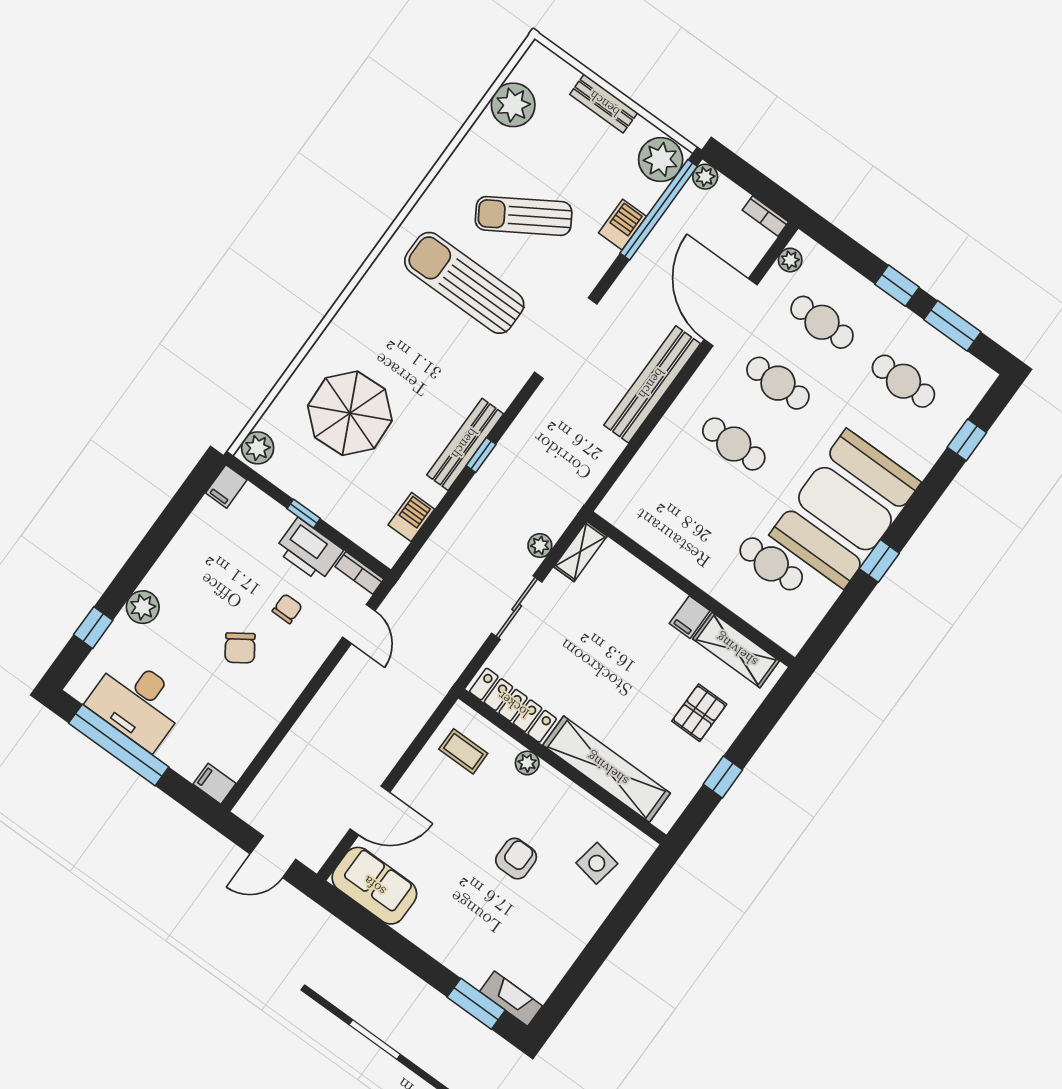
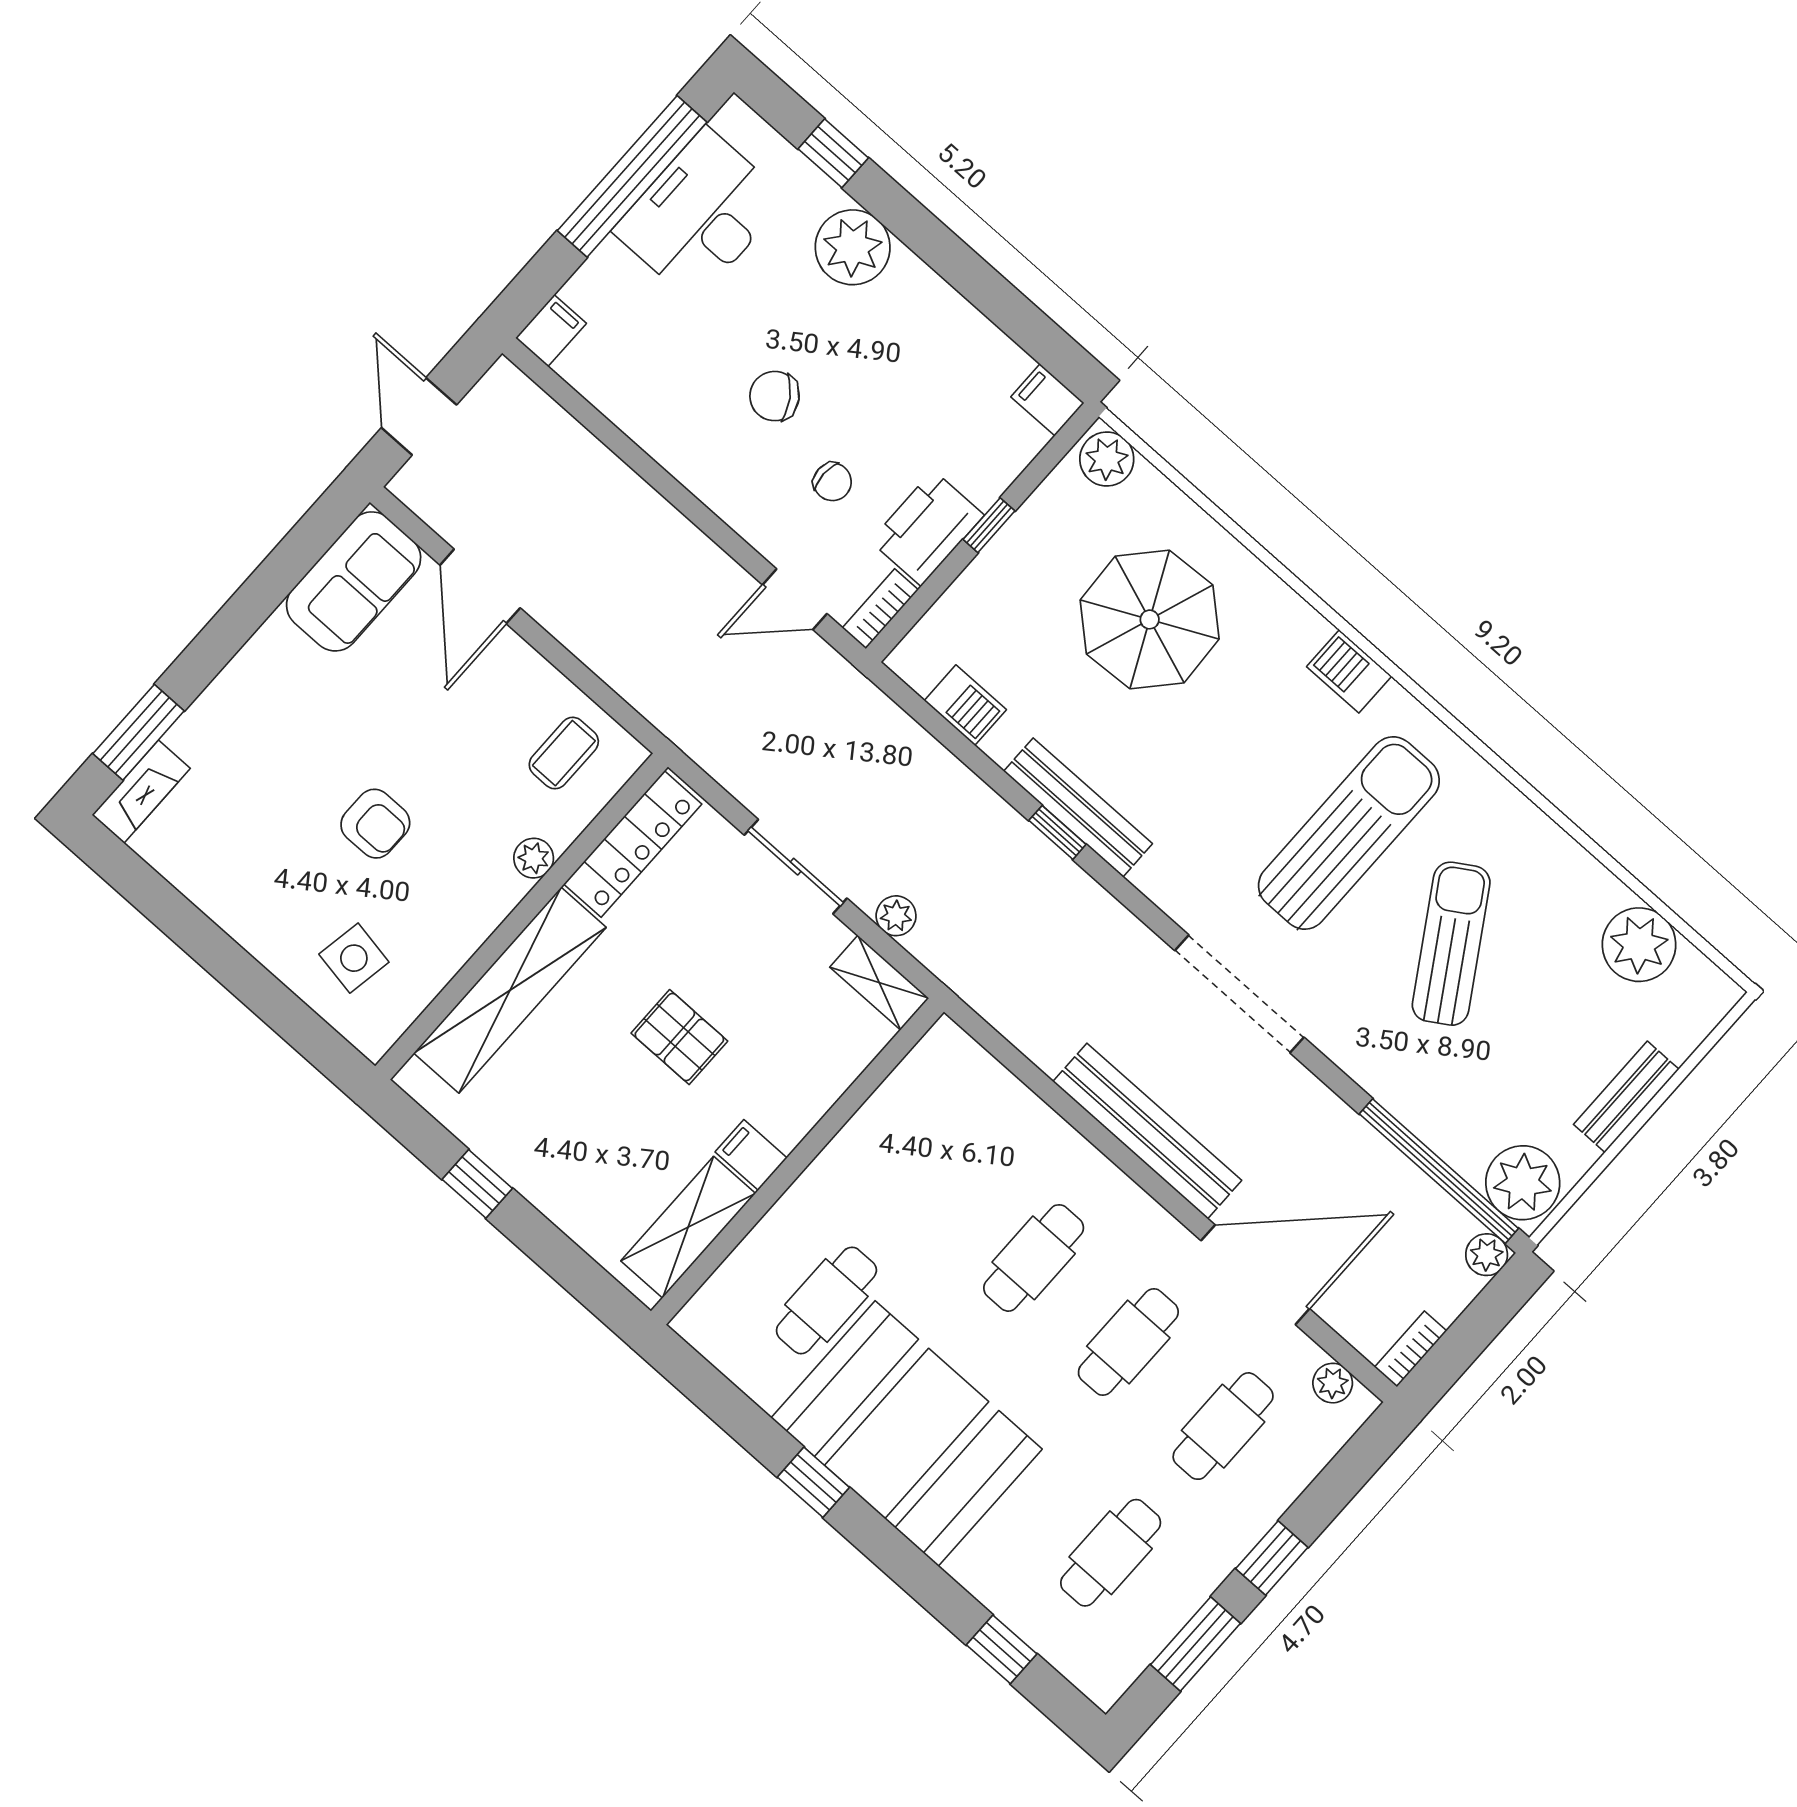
barbecue: (622, 225) -> (1349, 671), moved, turned 180
plant: (143, 607) -> (853, 247), width x1.36, depth x1.36
pallet: (699, 713) -> (679, 1037), moved

